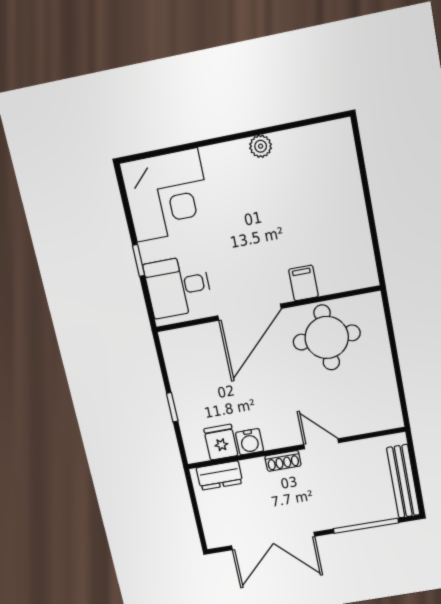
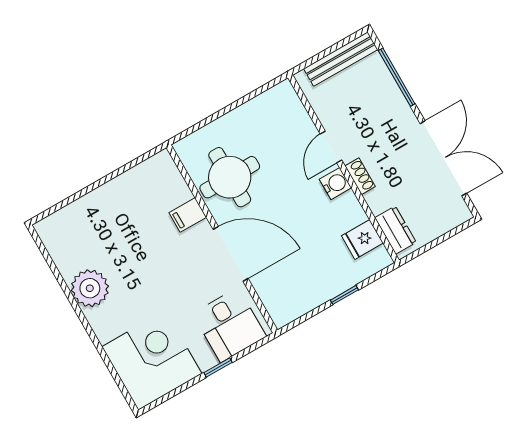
plant: (261, 146) -> (90, 288), width x1.88, depth x1.88
water cooler: (249, 442) -> (335, 184), moved

